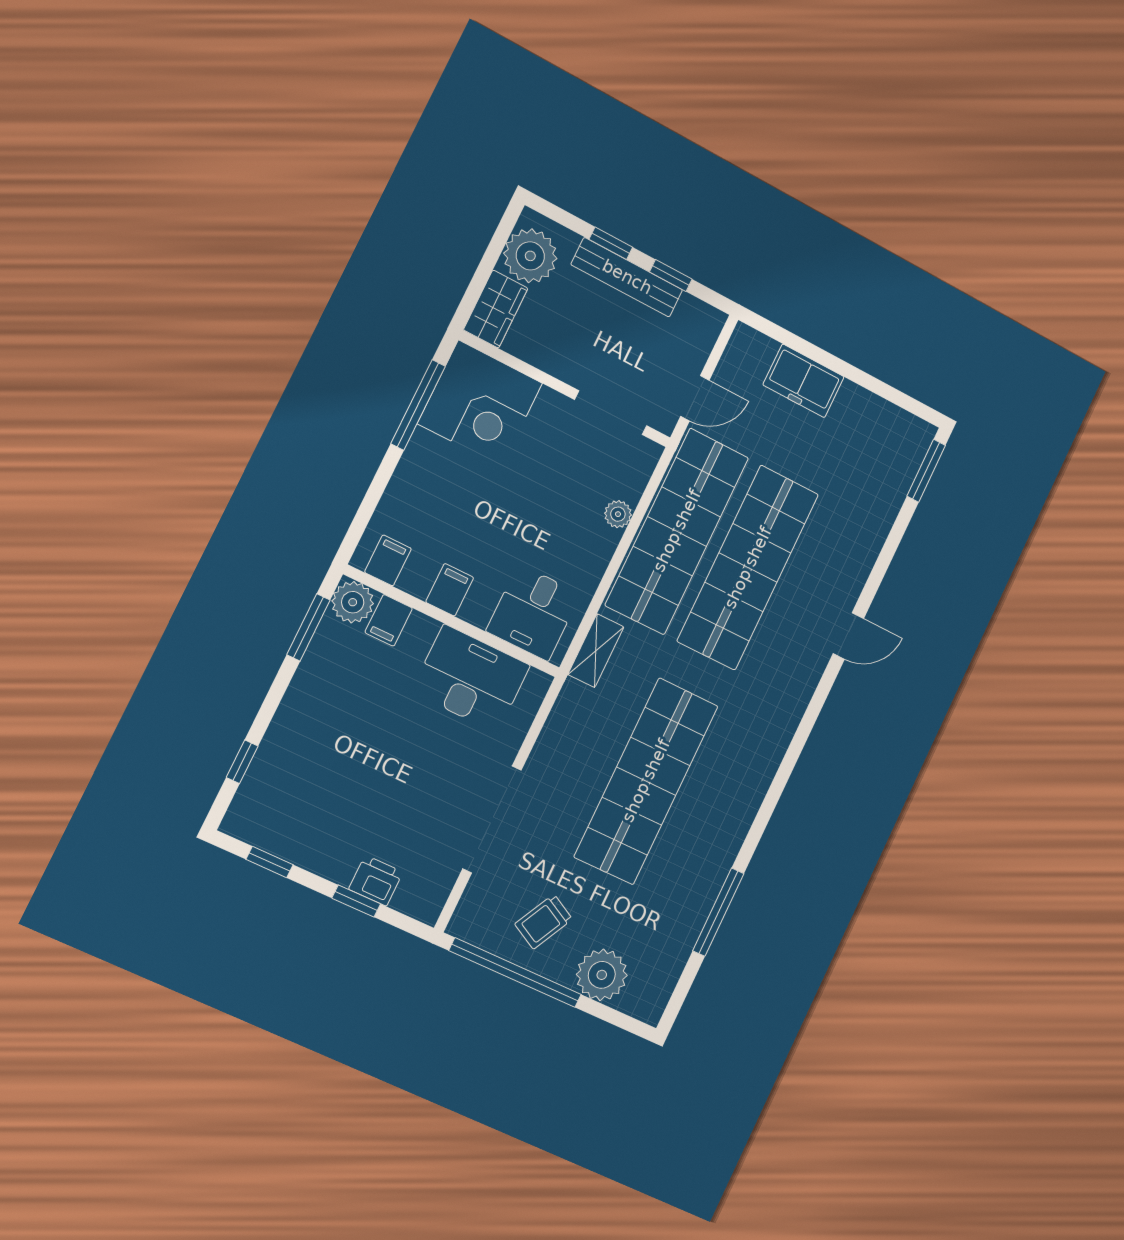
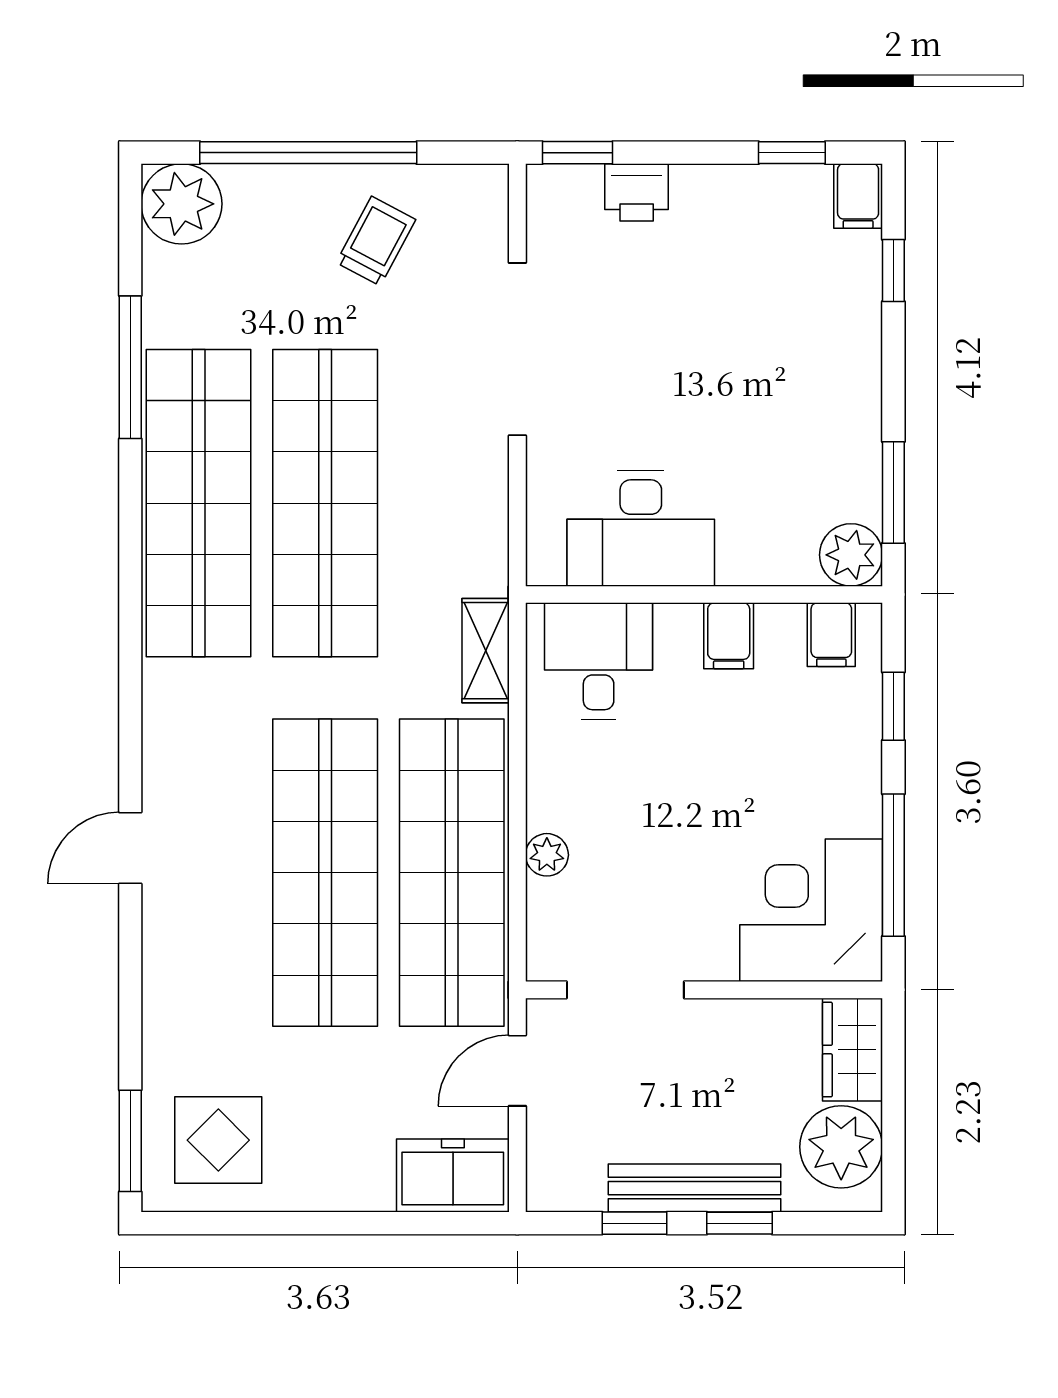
freezer: (804, 381) -> (453, 1176), moved
display table: (879, 446) -> (218, 1140), added
window: (372, 499) -> (893, 706), added
filing cabinet: (389, 620) -> (858, 196), moved, turned 180
shop shelf: (717, 815) -> (199, 503), added
window: (356, 901) -> (577, 153), moved
window: (515, 973) -> (308, 153), moved
plant: (602, 975) -> (182, 204), moved

